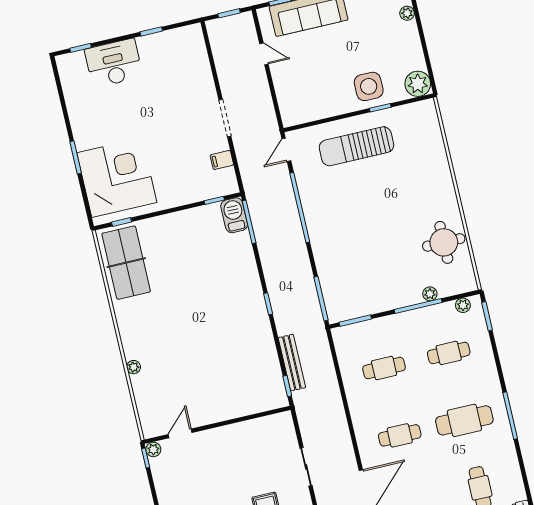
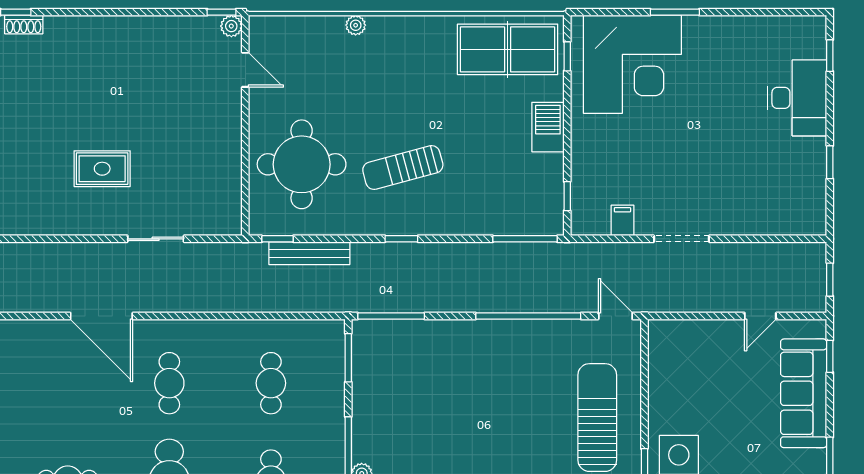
barbecue: (234, 215) -> (548, 127), moved, turned -90
sun lounger: (221, 314) -> (403, 168), added
round table: (234, 381) -> (302, 164), added

